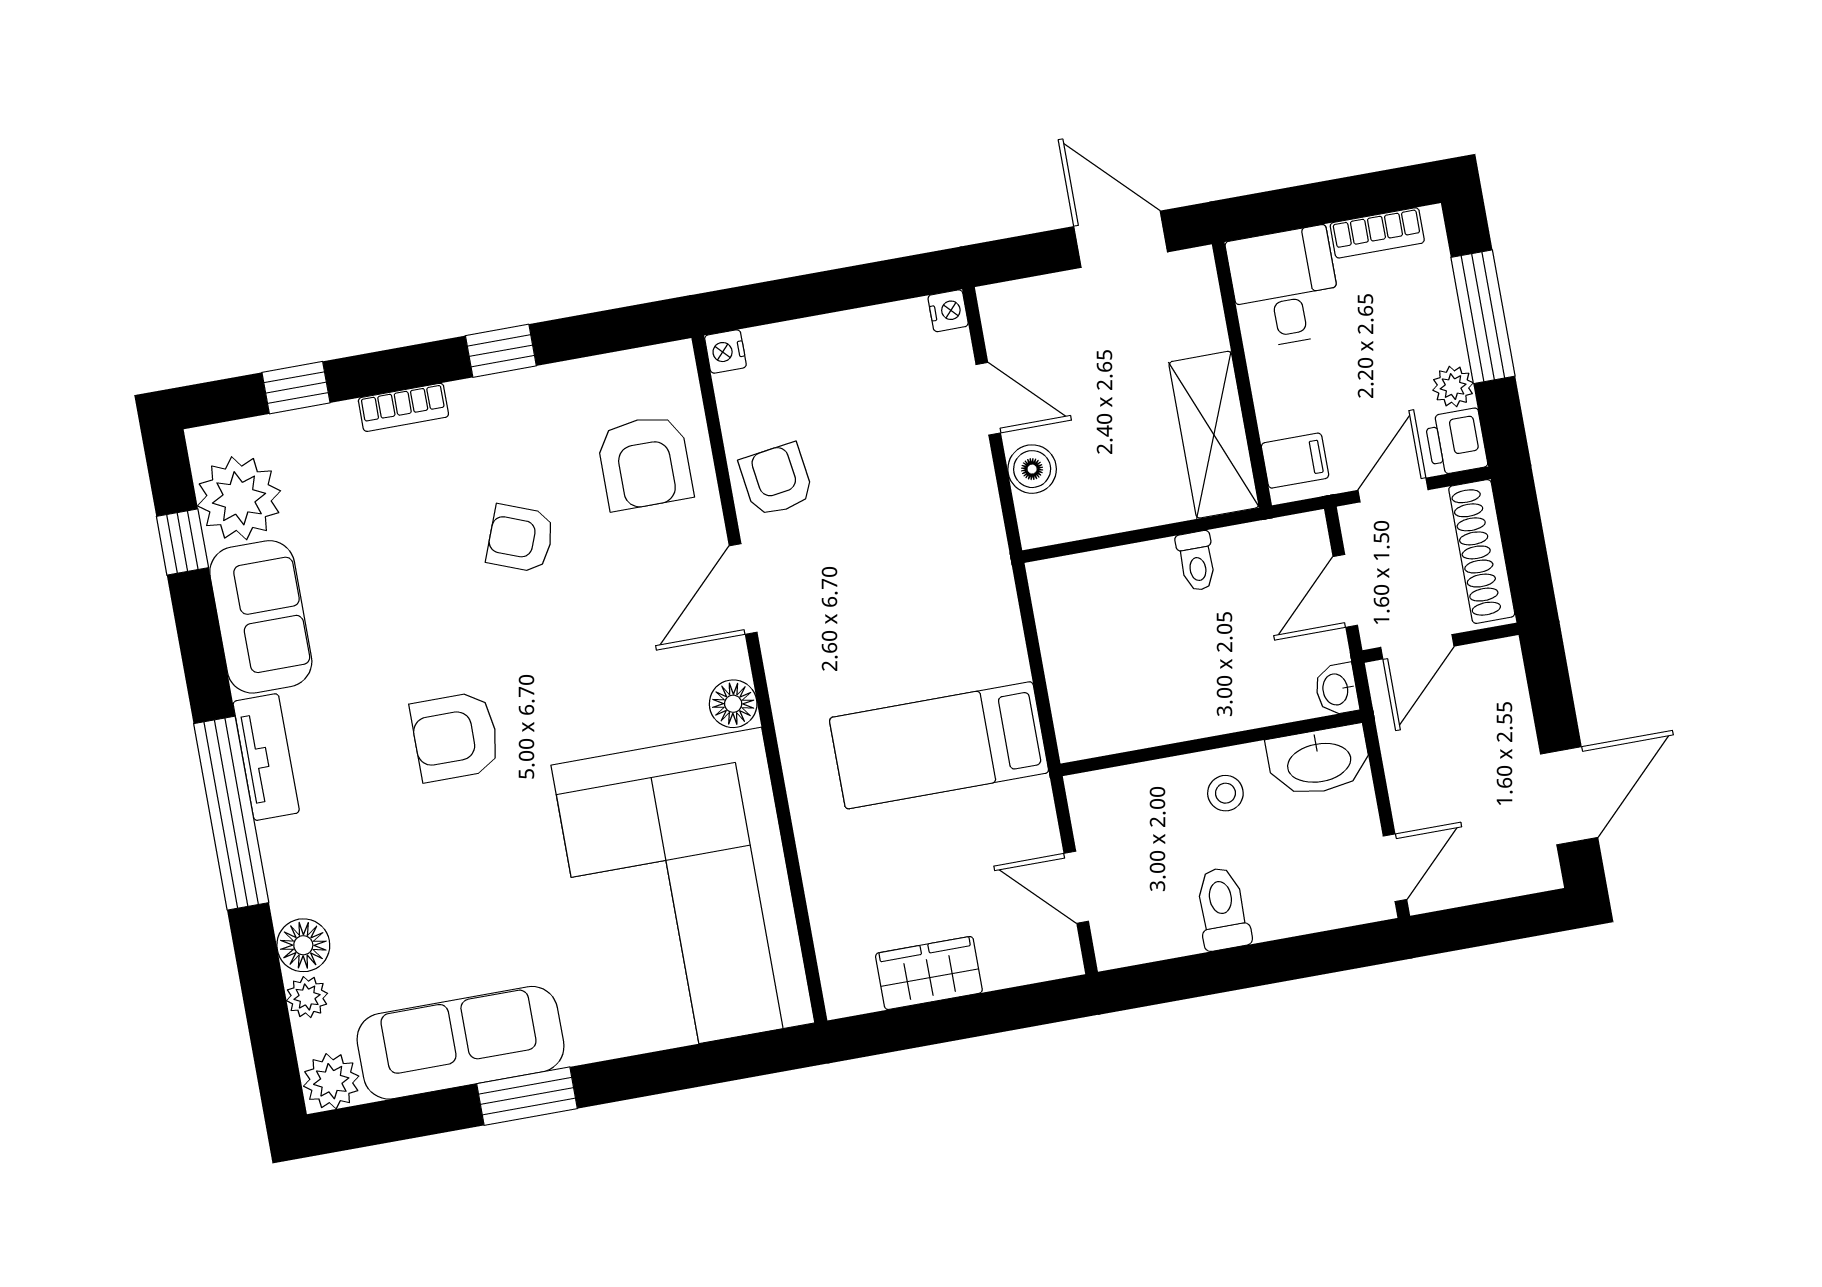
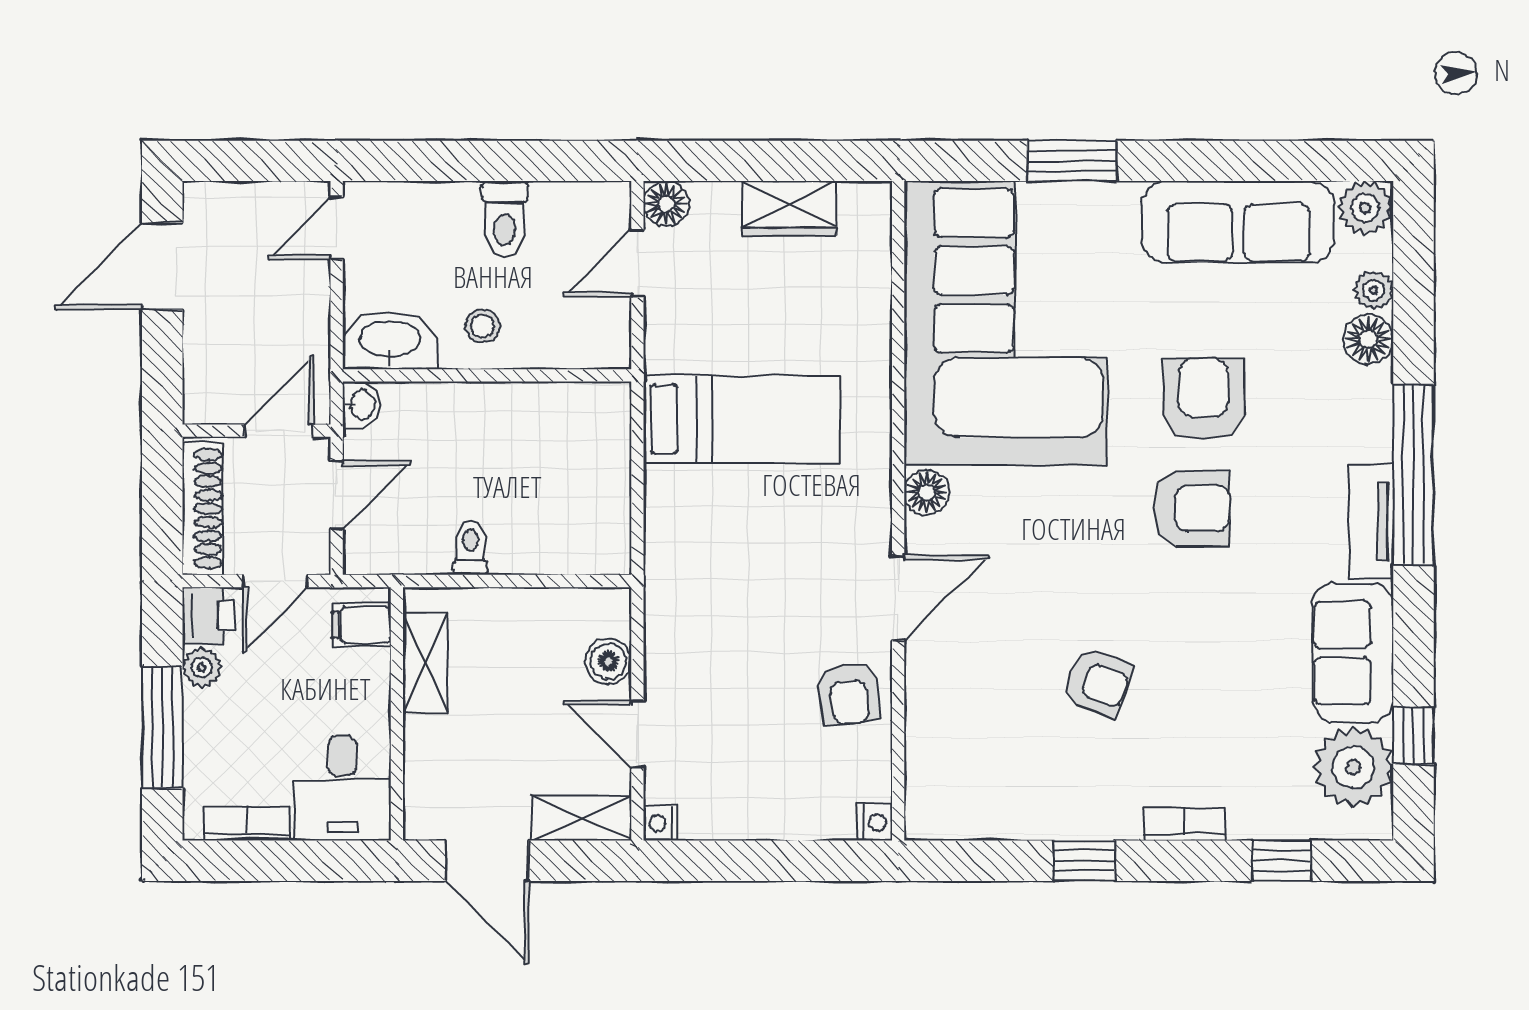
shelving: (1031, 301) -> (581, 818), added
shelving: (1214, 435) -> (425, 663), width x0.67, depth x0.75
armchair: (645, 462) -> (1204, 399), moved
door: (1076, 887) -> (637, 264), swing flipped
floor lamp: (1057, 955) -> (666, 204), added
window: (527, 1096) -> (1072, 161), moved

